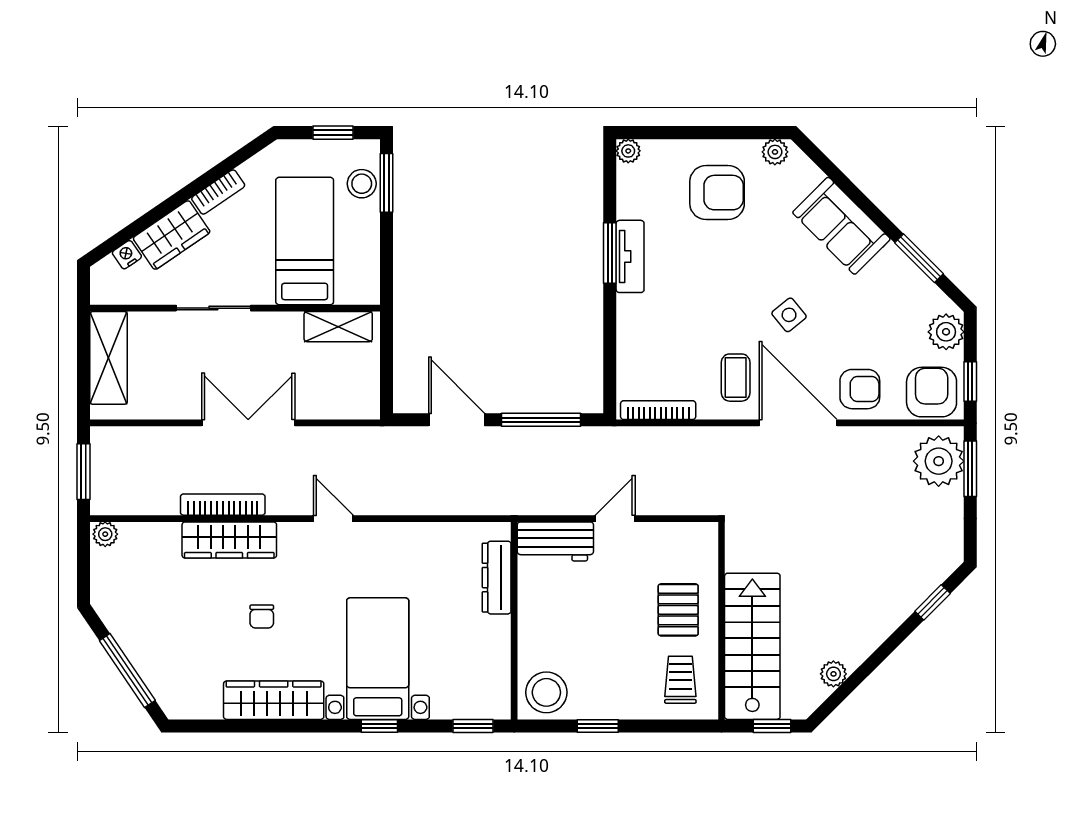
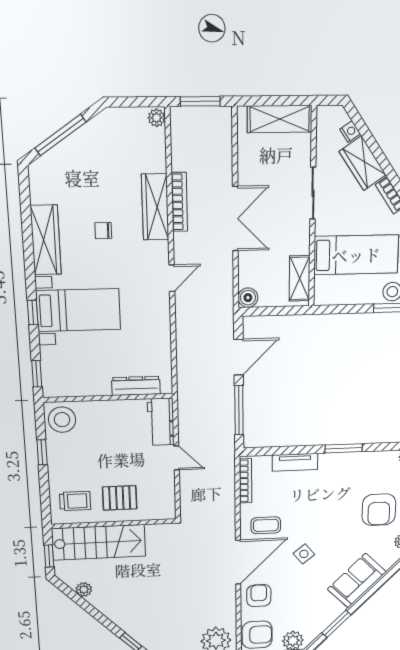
tv unit: (630, 256) -> (295, 462), moved
armchair: (860, 389) -> (259, 596), turned 180
boiler: (365, 405) -> (248, 298), added

